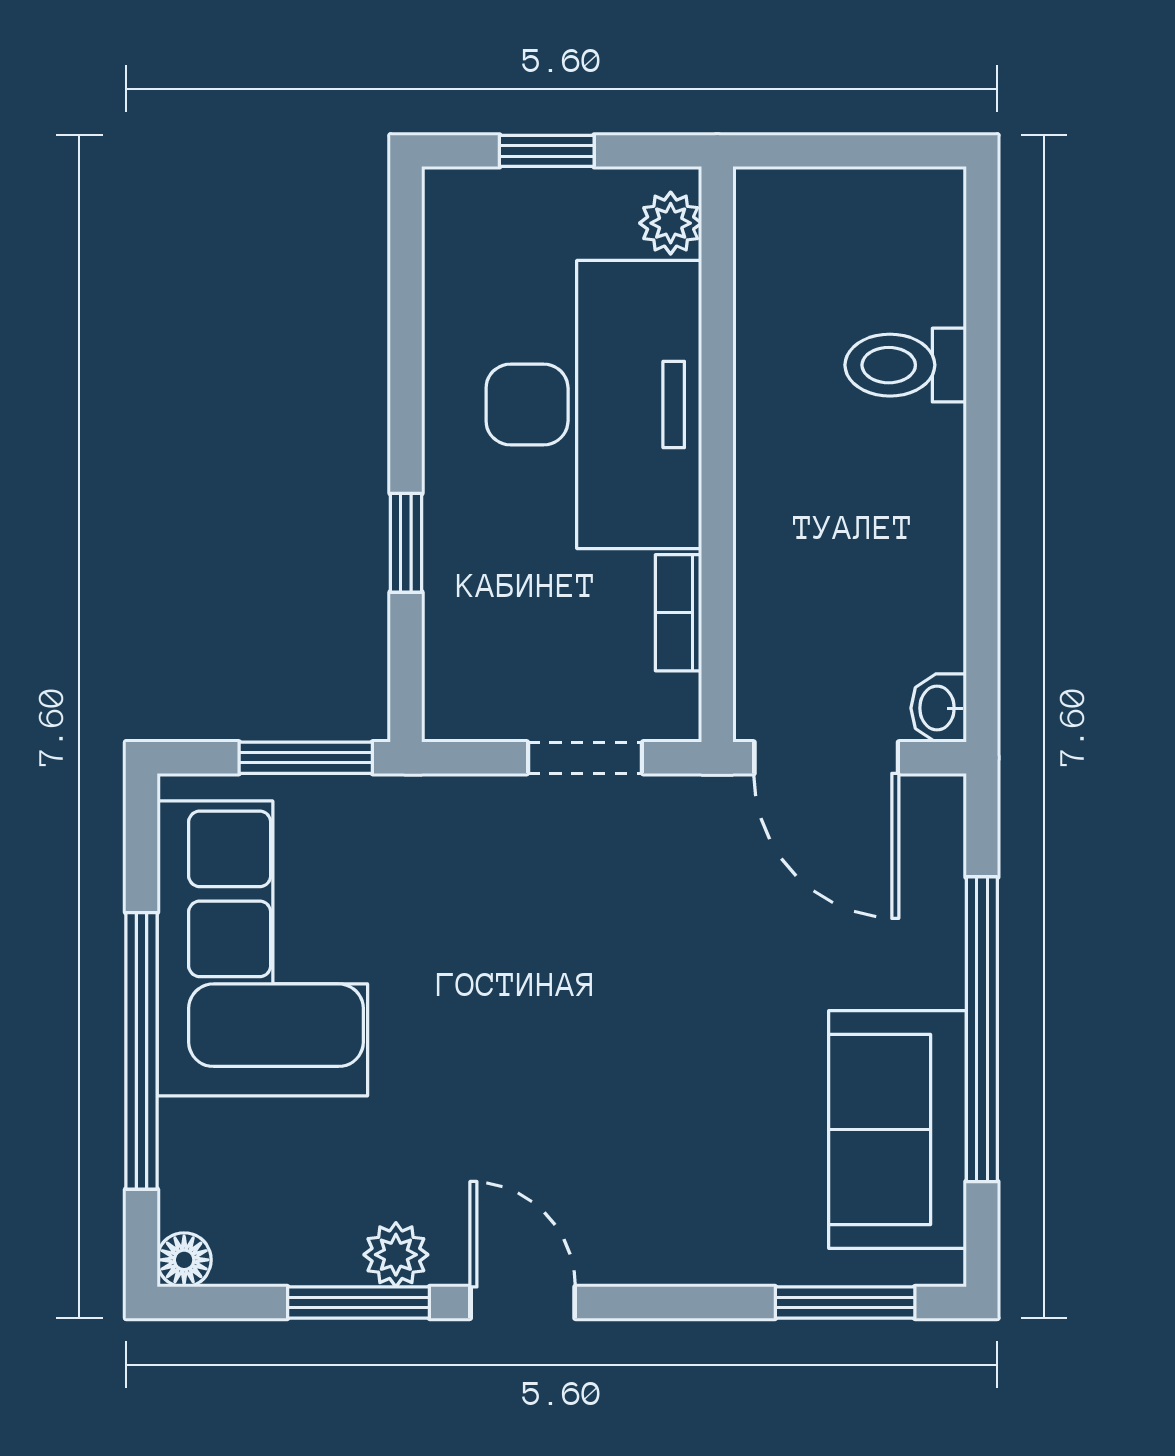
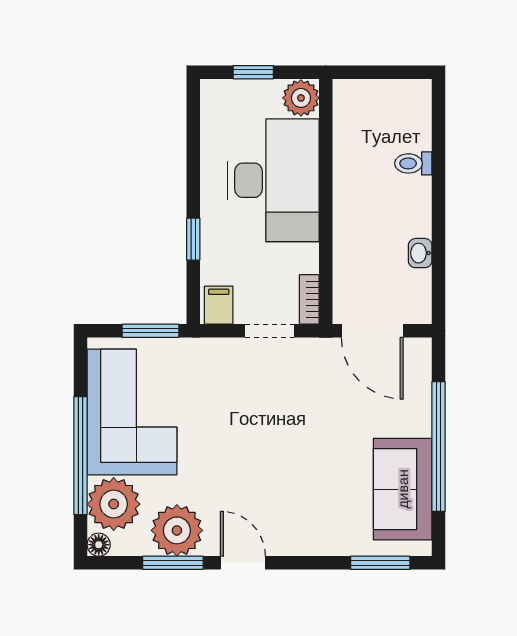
plant: (671, 223) -> (301, 98), width x1.38, depth x1.38
toilet: (906, 365) -> (413, 163), width x0.73, depth x0.72
bookcase: (679, 613) -> (309, 299), moved
filing cabinet: (466, 698) -> (219, 305), added
washbasin: (939, 708) -> (420, 253), moved
plant: (219, 1164) -> (114, 504), added
plant: (396, 1255) -> (177, 530), width x1.87, depth x1.87

